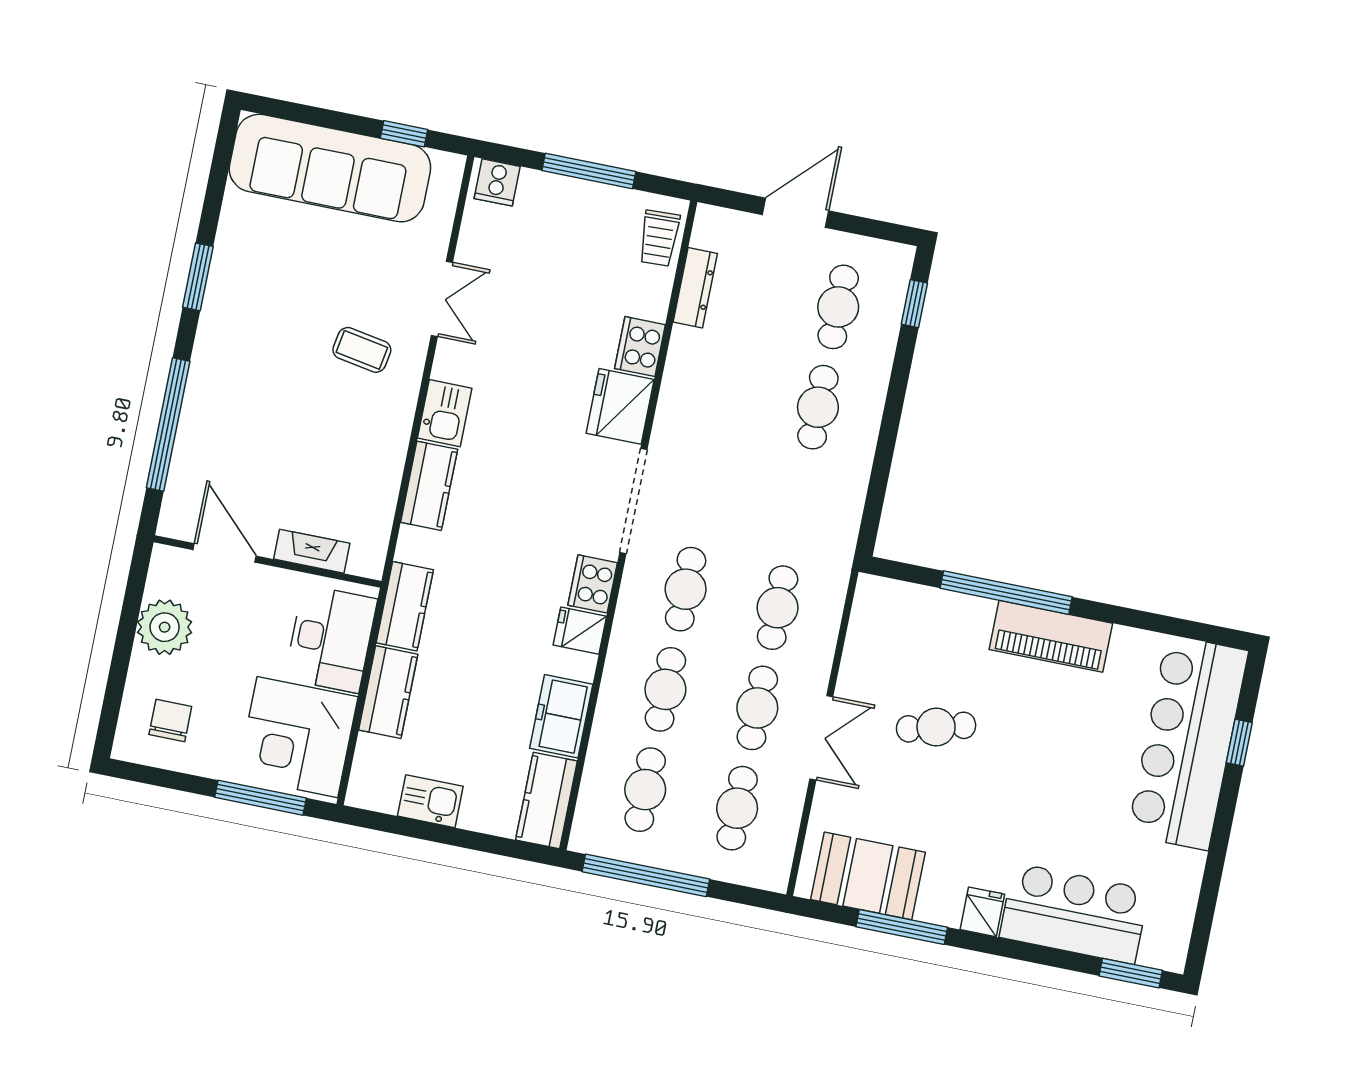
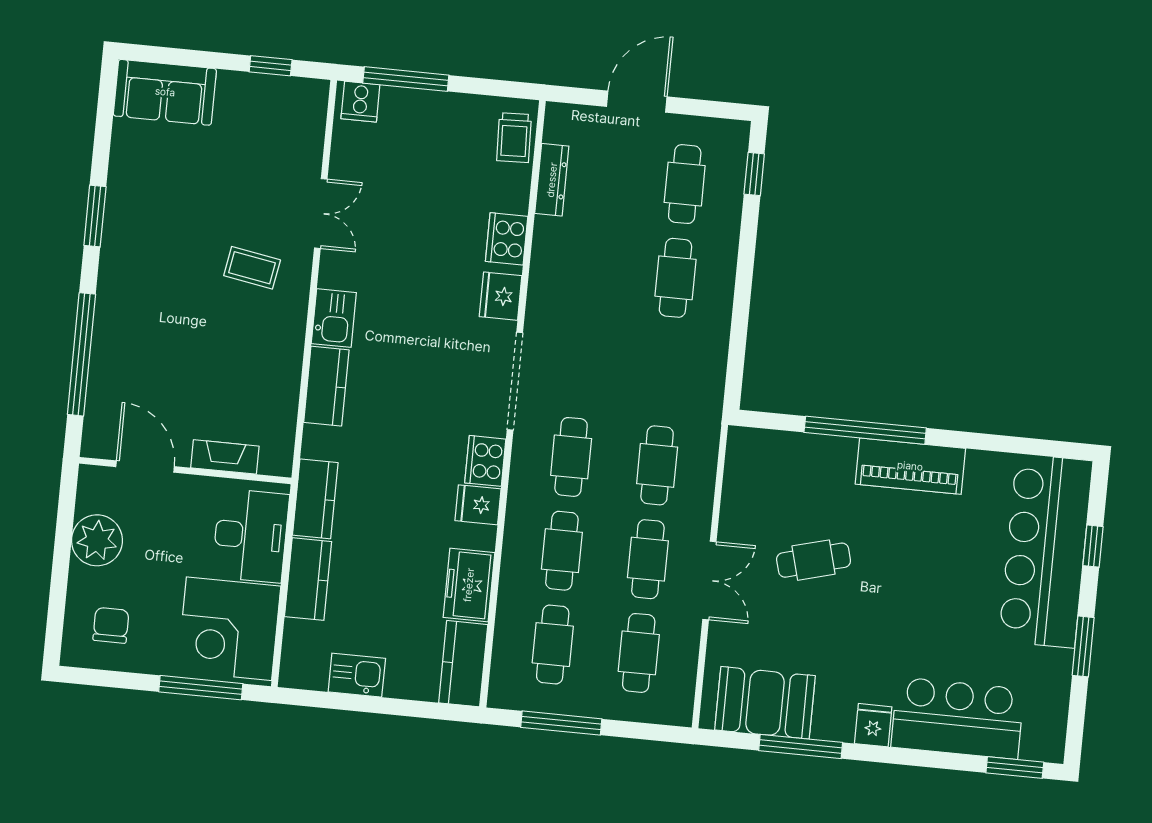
sofa: (330, 168) -> (165, 92), width x0.54, depth x0.79
window: (589, 171) -> (406, 79), moved
fridge: (620, 406) -> (501, 296), width x0.73, depth x0.75
window: (1218, 850) -> (1083, 646), added
window: (646, 875) -> (561, 723), width x0.68

